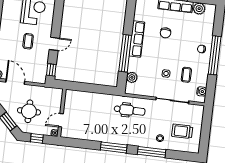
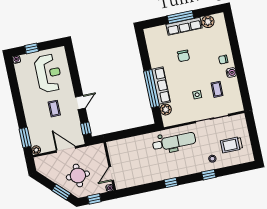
row of seats: (137, 39) -> (161, 86), moved
window: (215, 55) -> (238, 61), removed
door: (15, 82) -> (66, 149), moved
water cooler: (202, 91) -> (231, 73), moved
dental chair: (130, 110) -> (174, 142), width x1.36, depth x1.38
window: (114, 147) -> (171, 183), width x0.46
window: (152, 152) -> (209, 175), width x0.46

